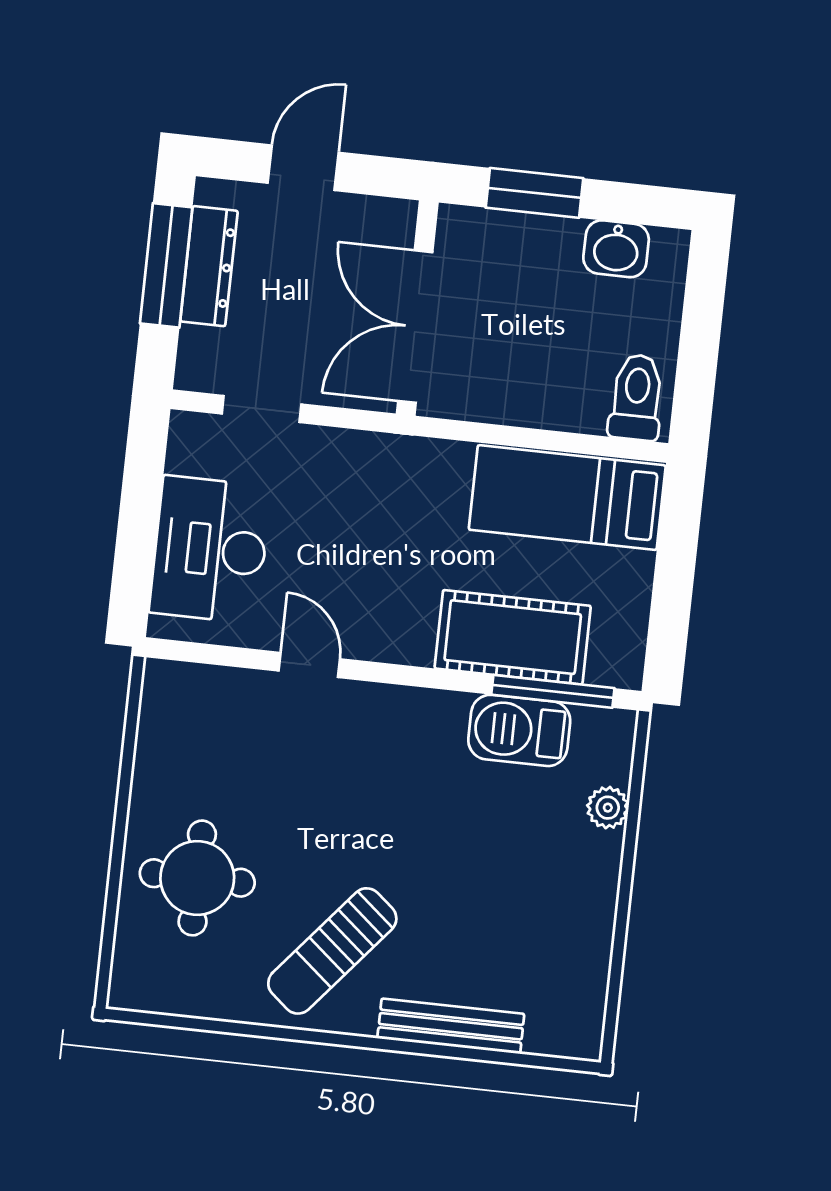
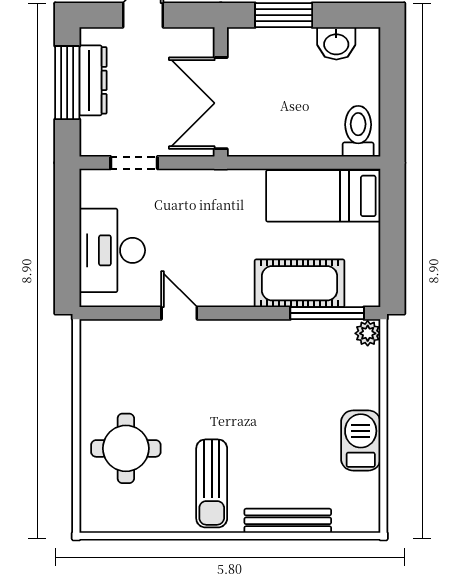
barbecue: (519, 730) -> (361, 440), moved, turned 90
plant: (608, 808) -> (368, 333), moved
sun lounger: (332, 951) -> (212, 483), turned -40

